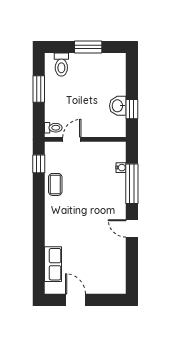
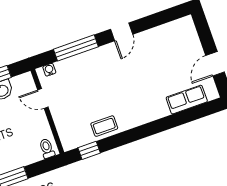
door: (72, 139) -> (43, 98), moved
water cooler: (121, 168) -> (49, 70), moved

